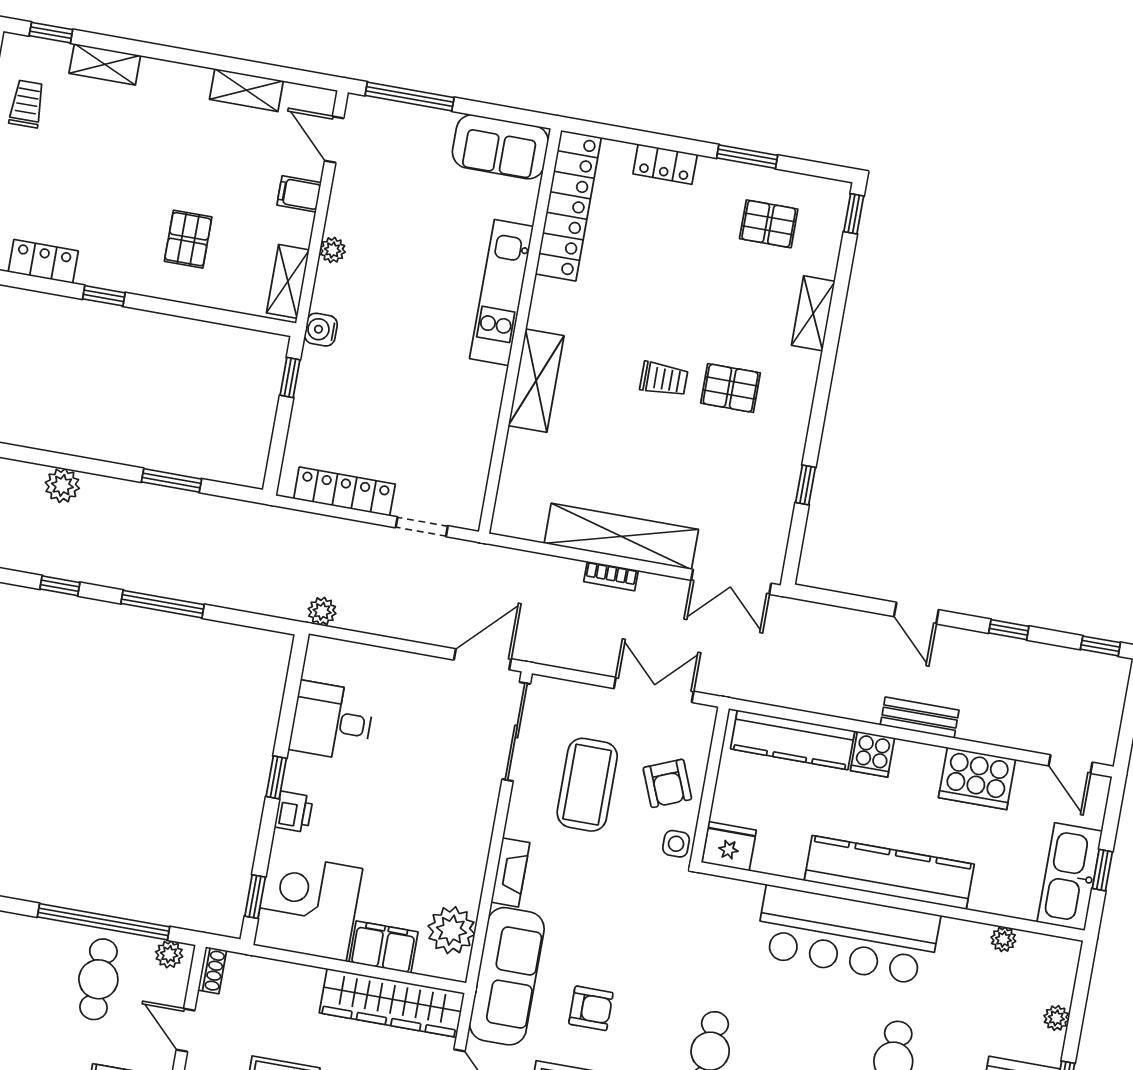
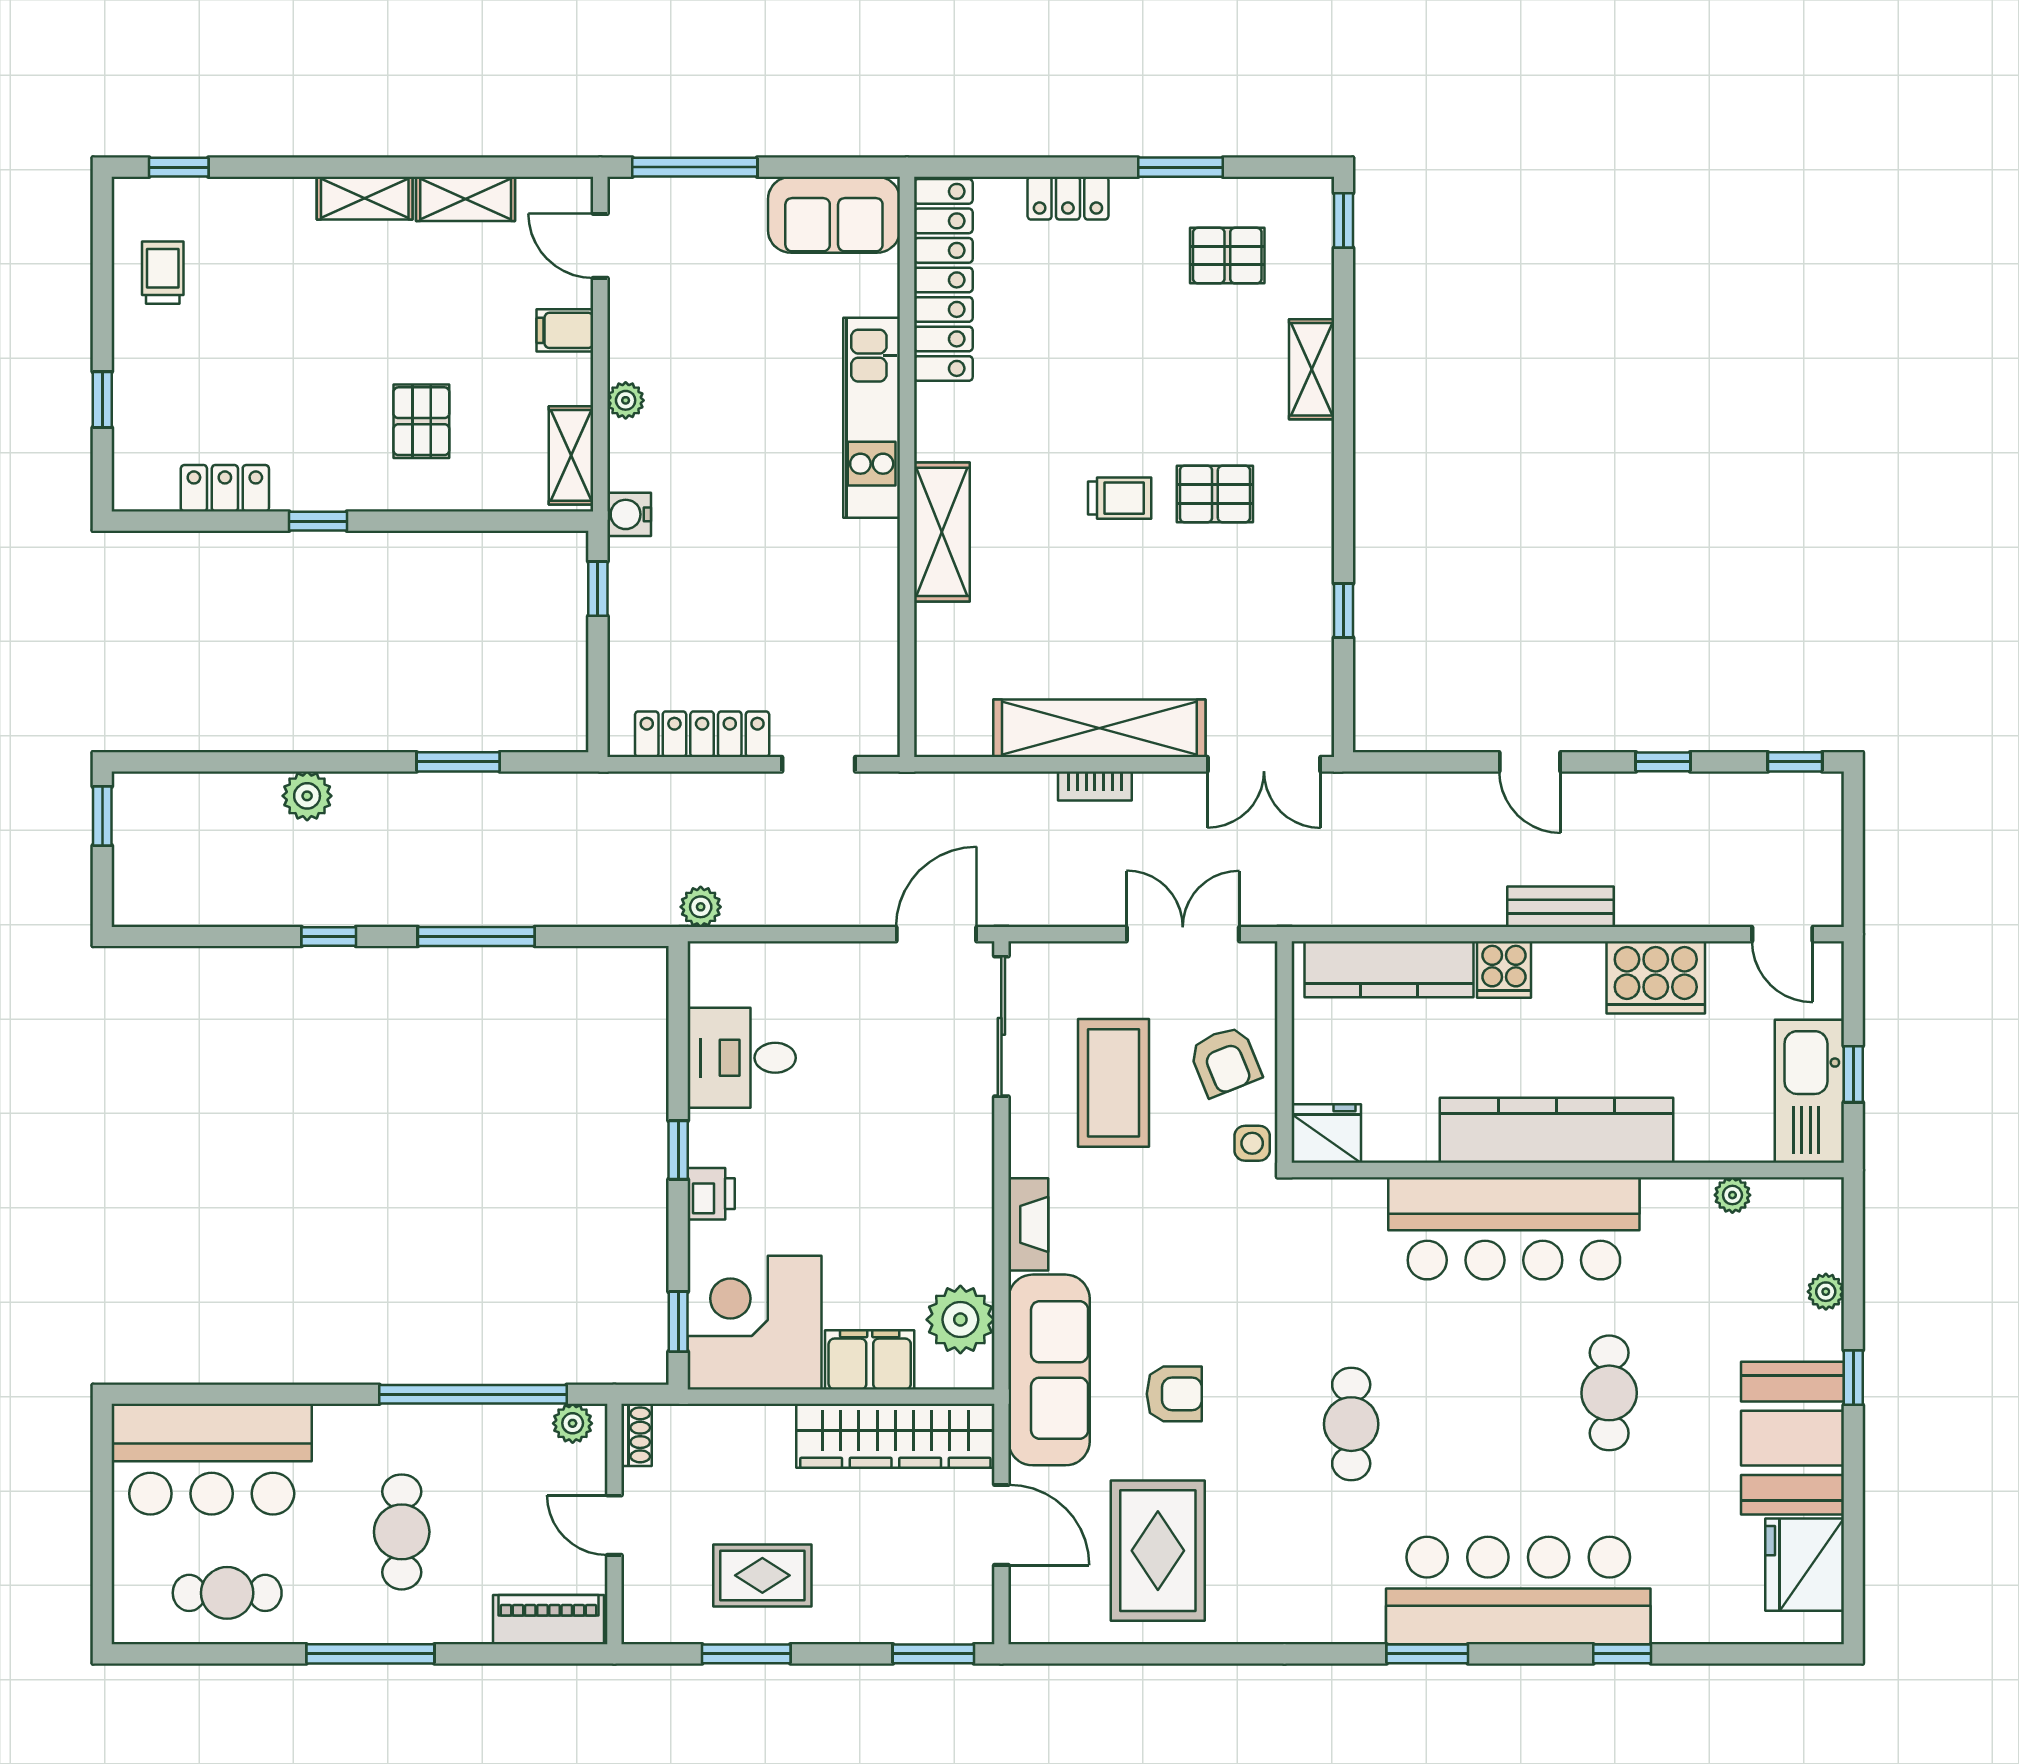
shelving: (105, 64) -> (365, 198), moved
cafe table: (98, 979) -> (402, 1532), moved

